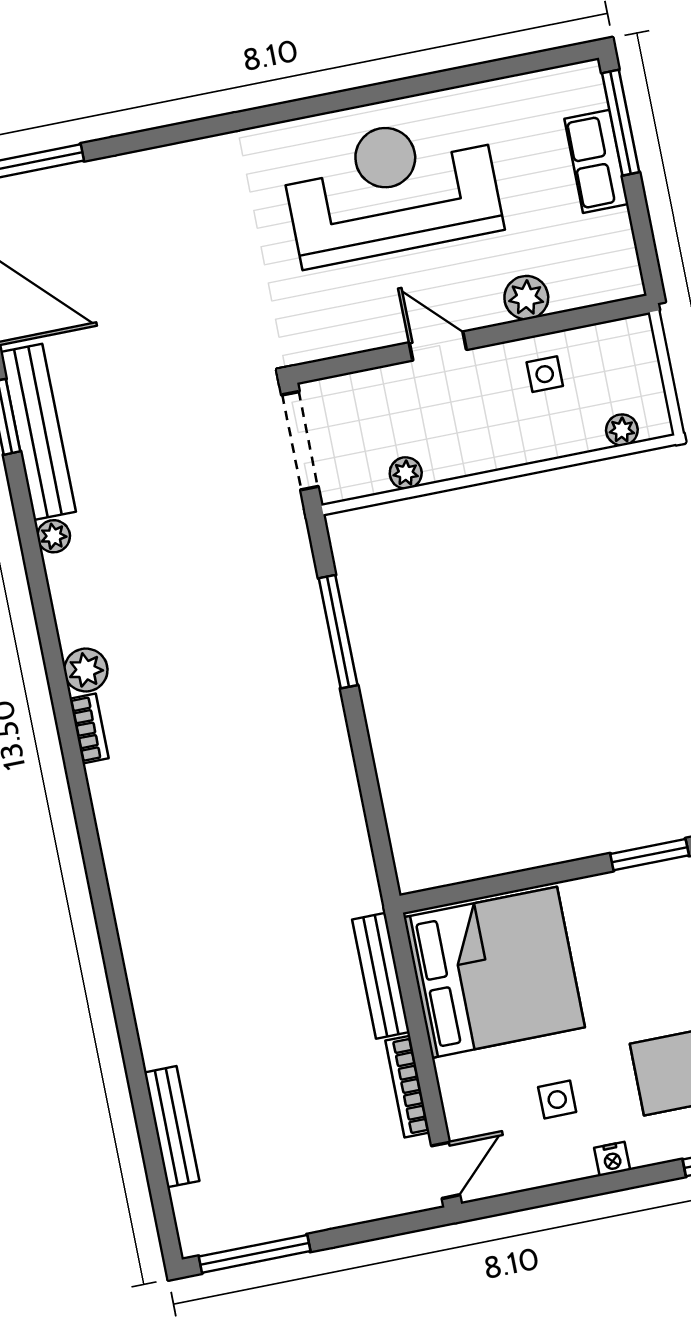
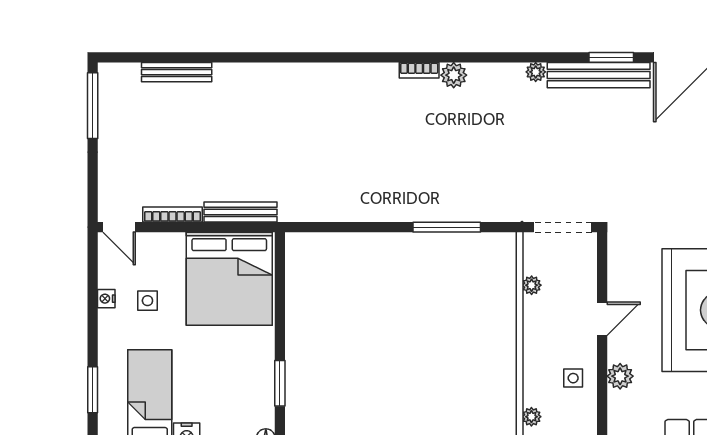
nightstand: (612, 1159) -> (106, 299), moved

